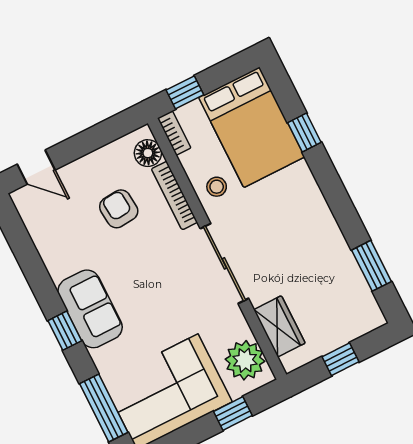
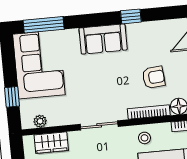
sliding door: (224, 263) -> (99, 125), width x0.73
window: (65, 331) -> (131, 16), moved
plant: (245, 360) -> (40, 121), width x0.53, depth x0.53

